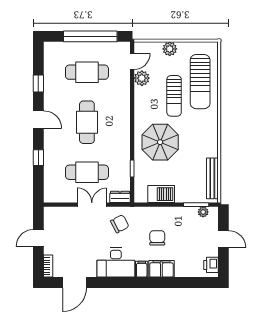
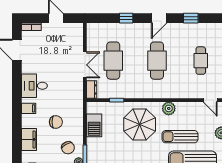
cafe table: (87, 72) -> (201, 61), width x0.73, depth x0.74
plant: (142, 78) -> (169, 108), moved
cafe table: (87, 122) -> (157, 61), turned 90
chair: (120, 224) -> (68, 148), moved
desk: (116, 263) -> (34, 86), width x0.73
filing cabinet: (161, 269) -> (29, 139), moved

